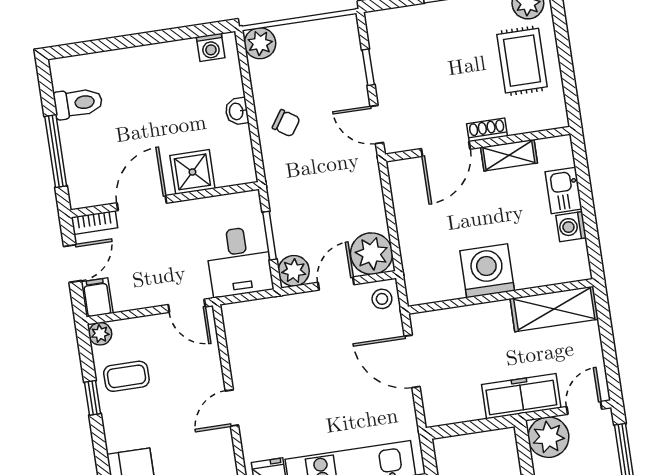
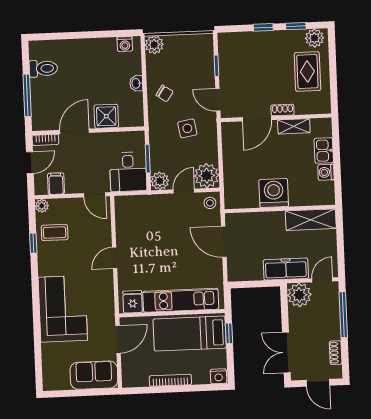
side table: (331, 178) -> (187, 128), added
filing cabinet: (97, 298) -> (56, 184), moved

